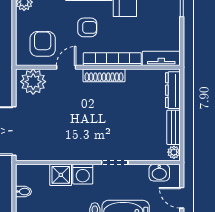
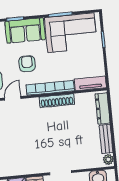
armchair: (87, 27) -> (27, 64), turned -90
shoe rack: (104, 75) -> (57, 101), moved

